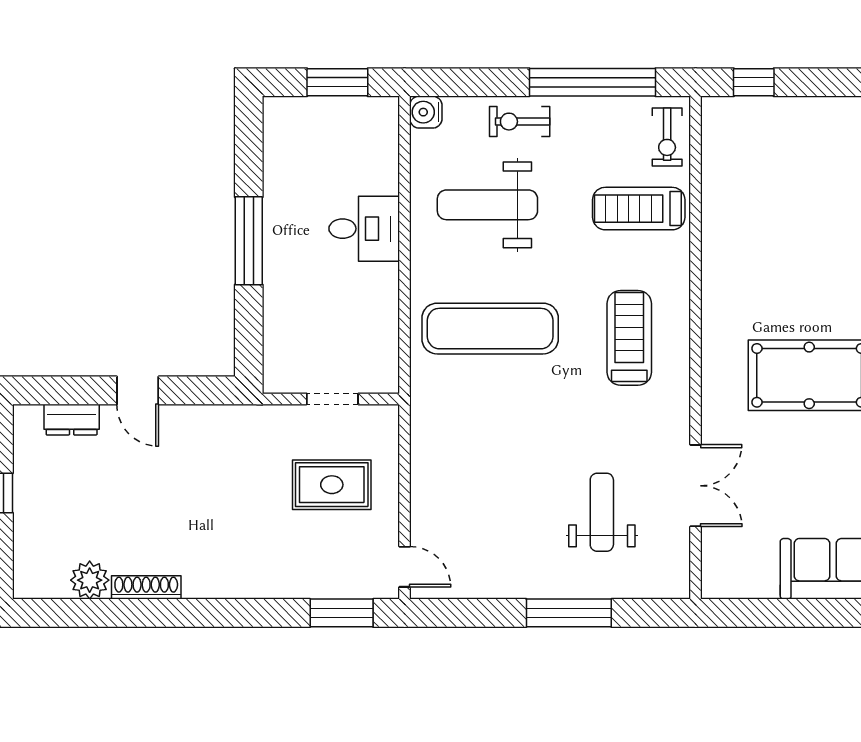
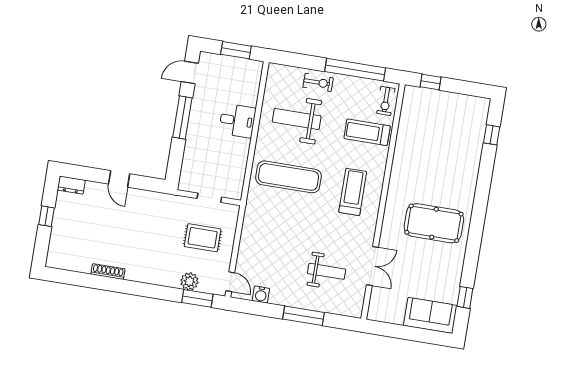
water cooler: (426, 112) -> (261, 295), moved, turned -90
exercise bike: (520, 122) -> (318, 82), turned 180
door: (249, 144) -> (190, 72), added
dresser: (72, 420) -> (71, 185), moved
weight bench: (602, 512) -> (327, 271), turned 90
plant: (90, 580) -> (189, 281), moved

